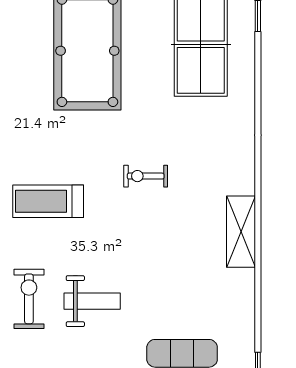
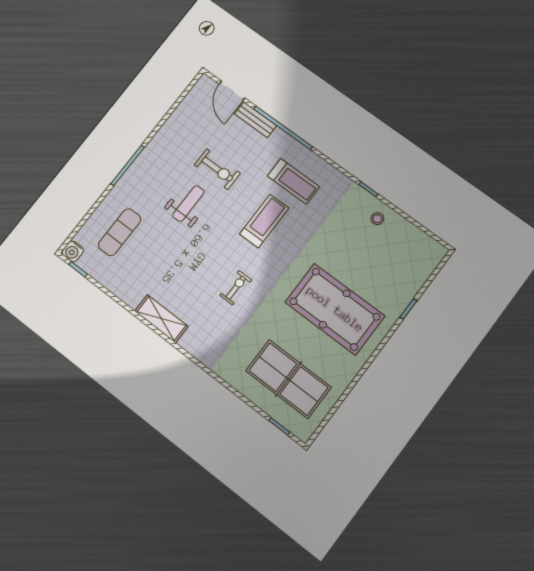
weight bench: (92, 301) -> (188, 204), turned 180

